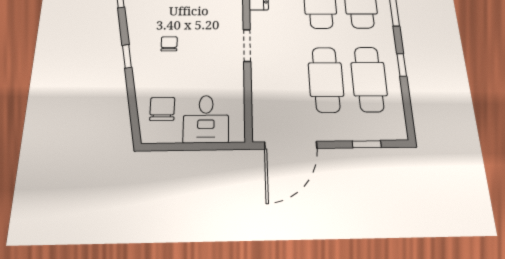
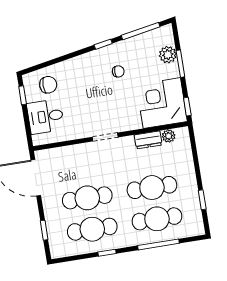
chair: (169, 44) -> (118, 71), moved
window: (127, 56) -> (103, 44), moved
window: (170, 147) -> (23, 95), added

